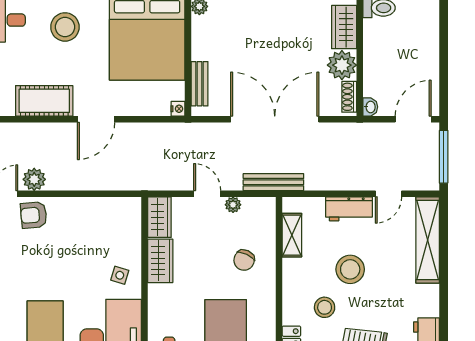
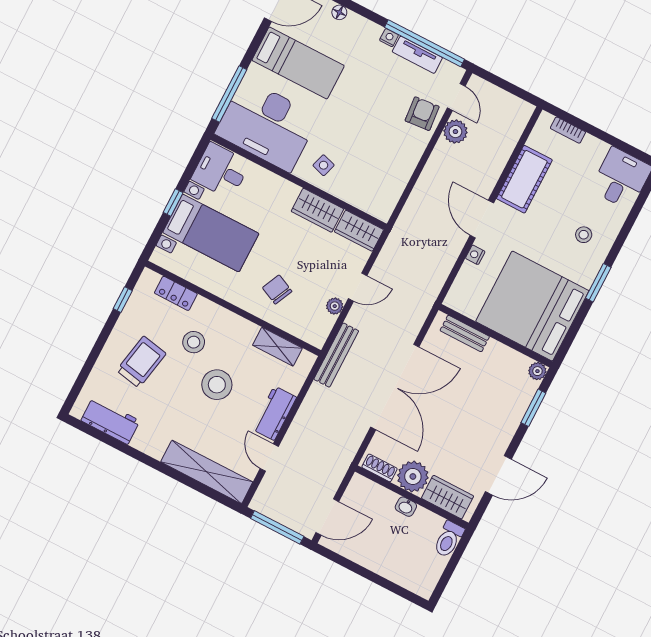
stool: (65, 27) -> (584, 235), width x0.53, depth x0.53
washbasin: (370, 107) -> (406, 507), moved
nightstand: (178, 109) -> (475, 255), moved, turned 90
door: (413, 119) -> (327, 517), hinge flipped

